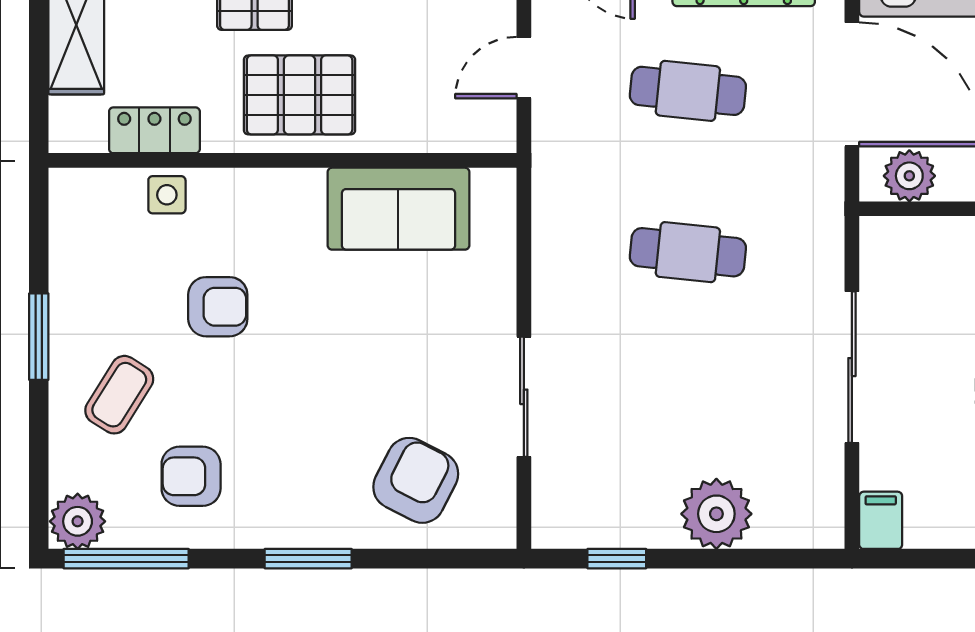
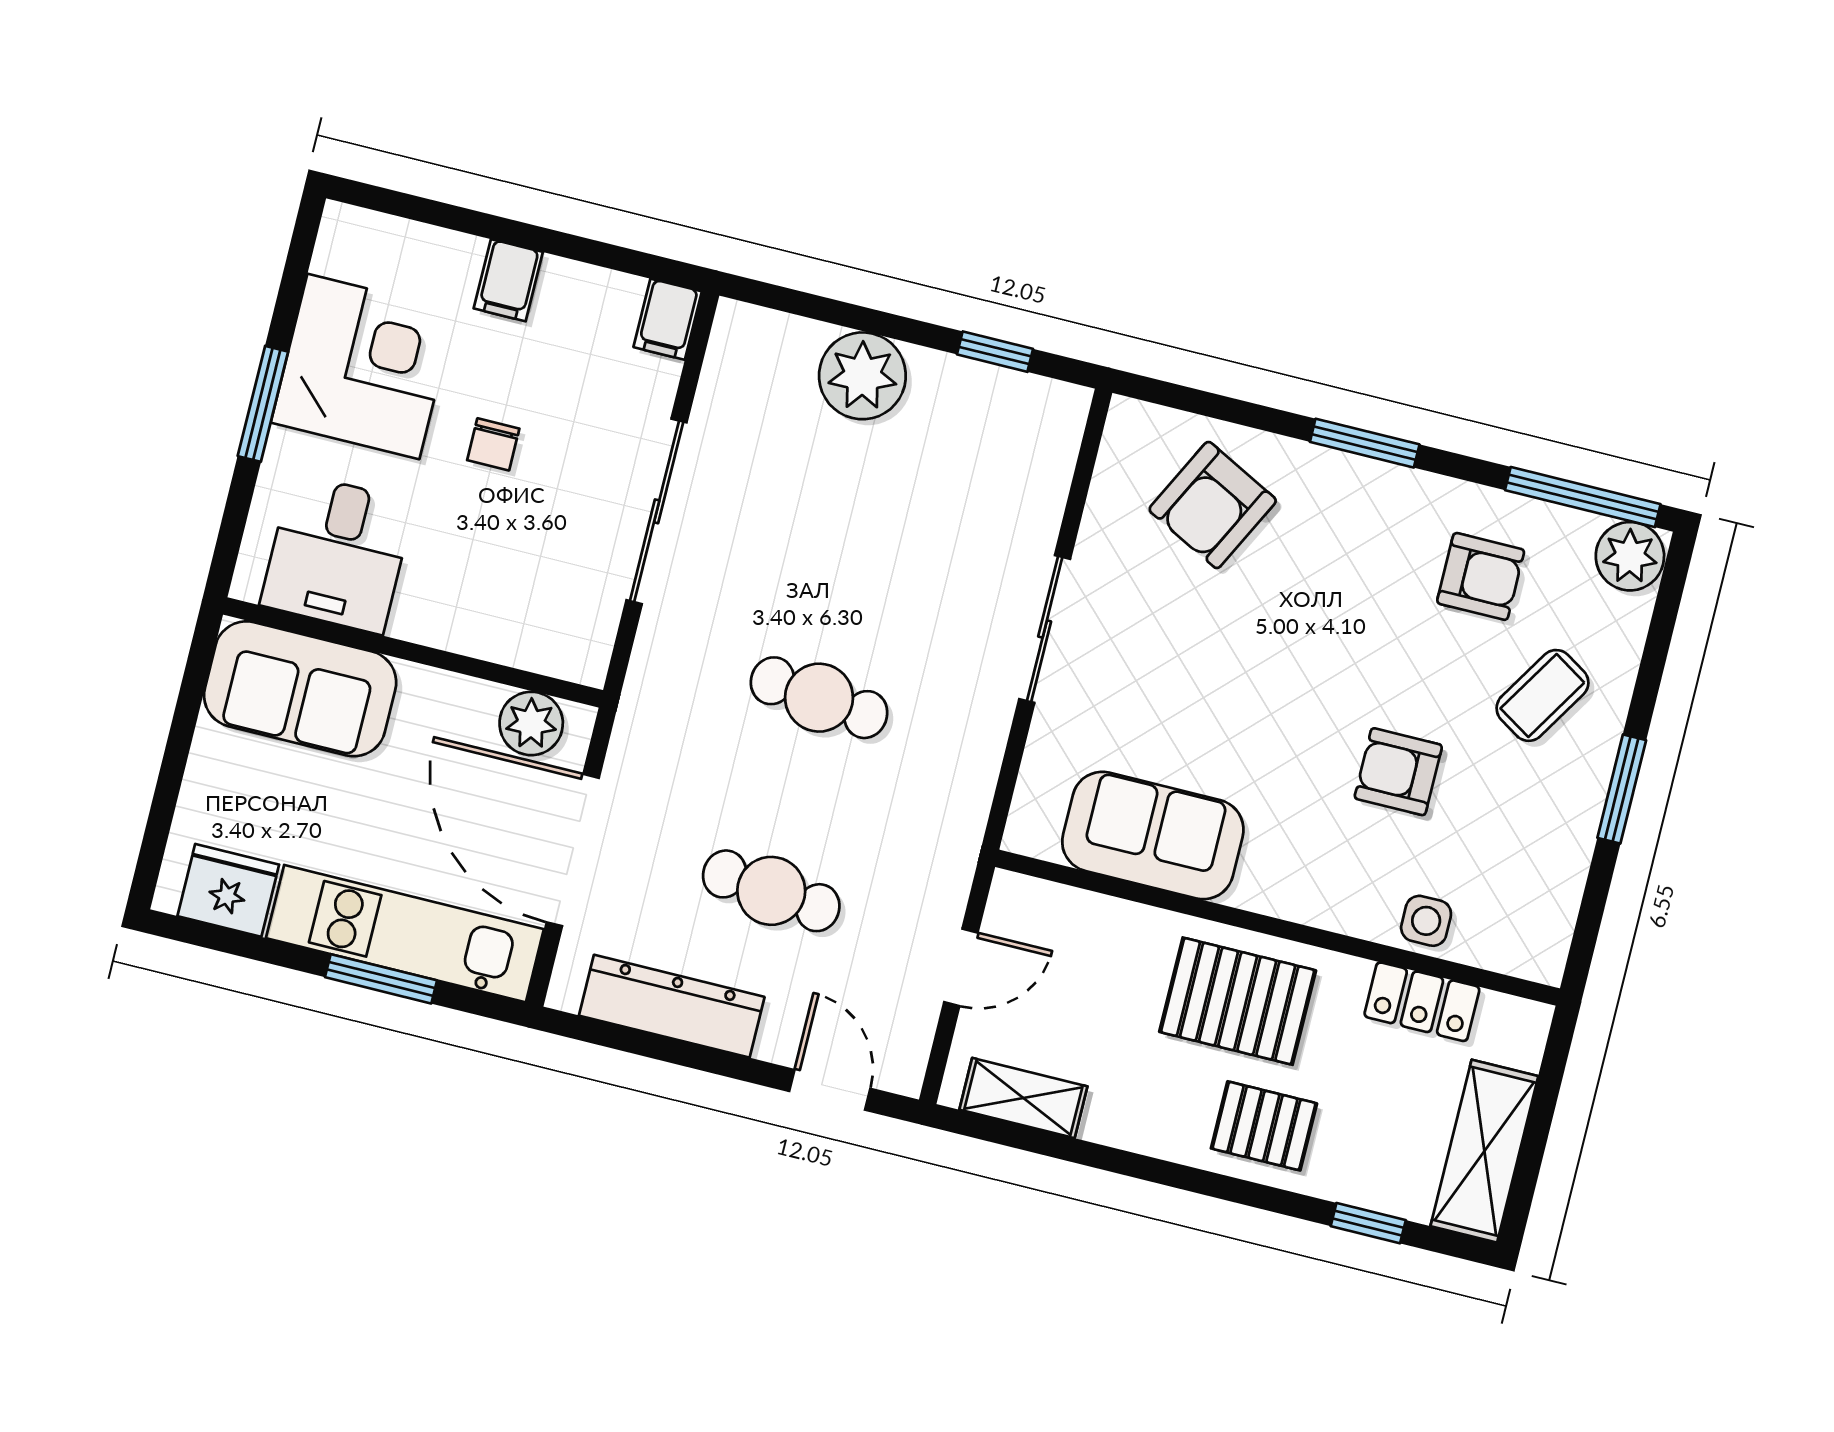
sliding door: (524, 397) -> (1045, 629), moved

